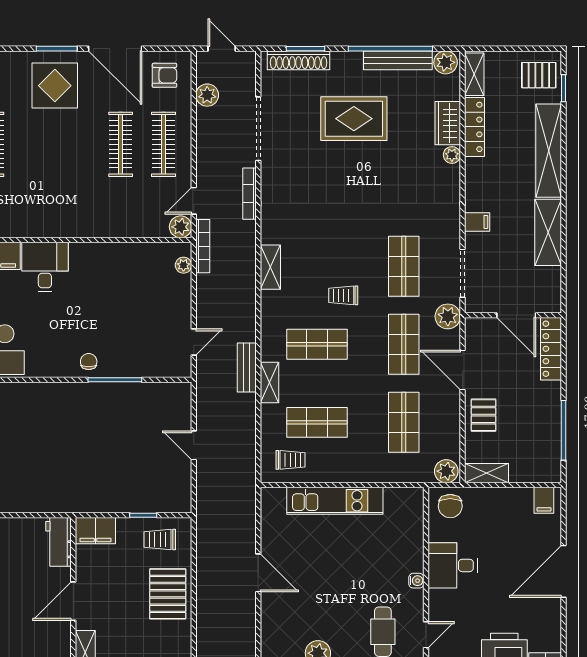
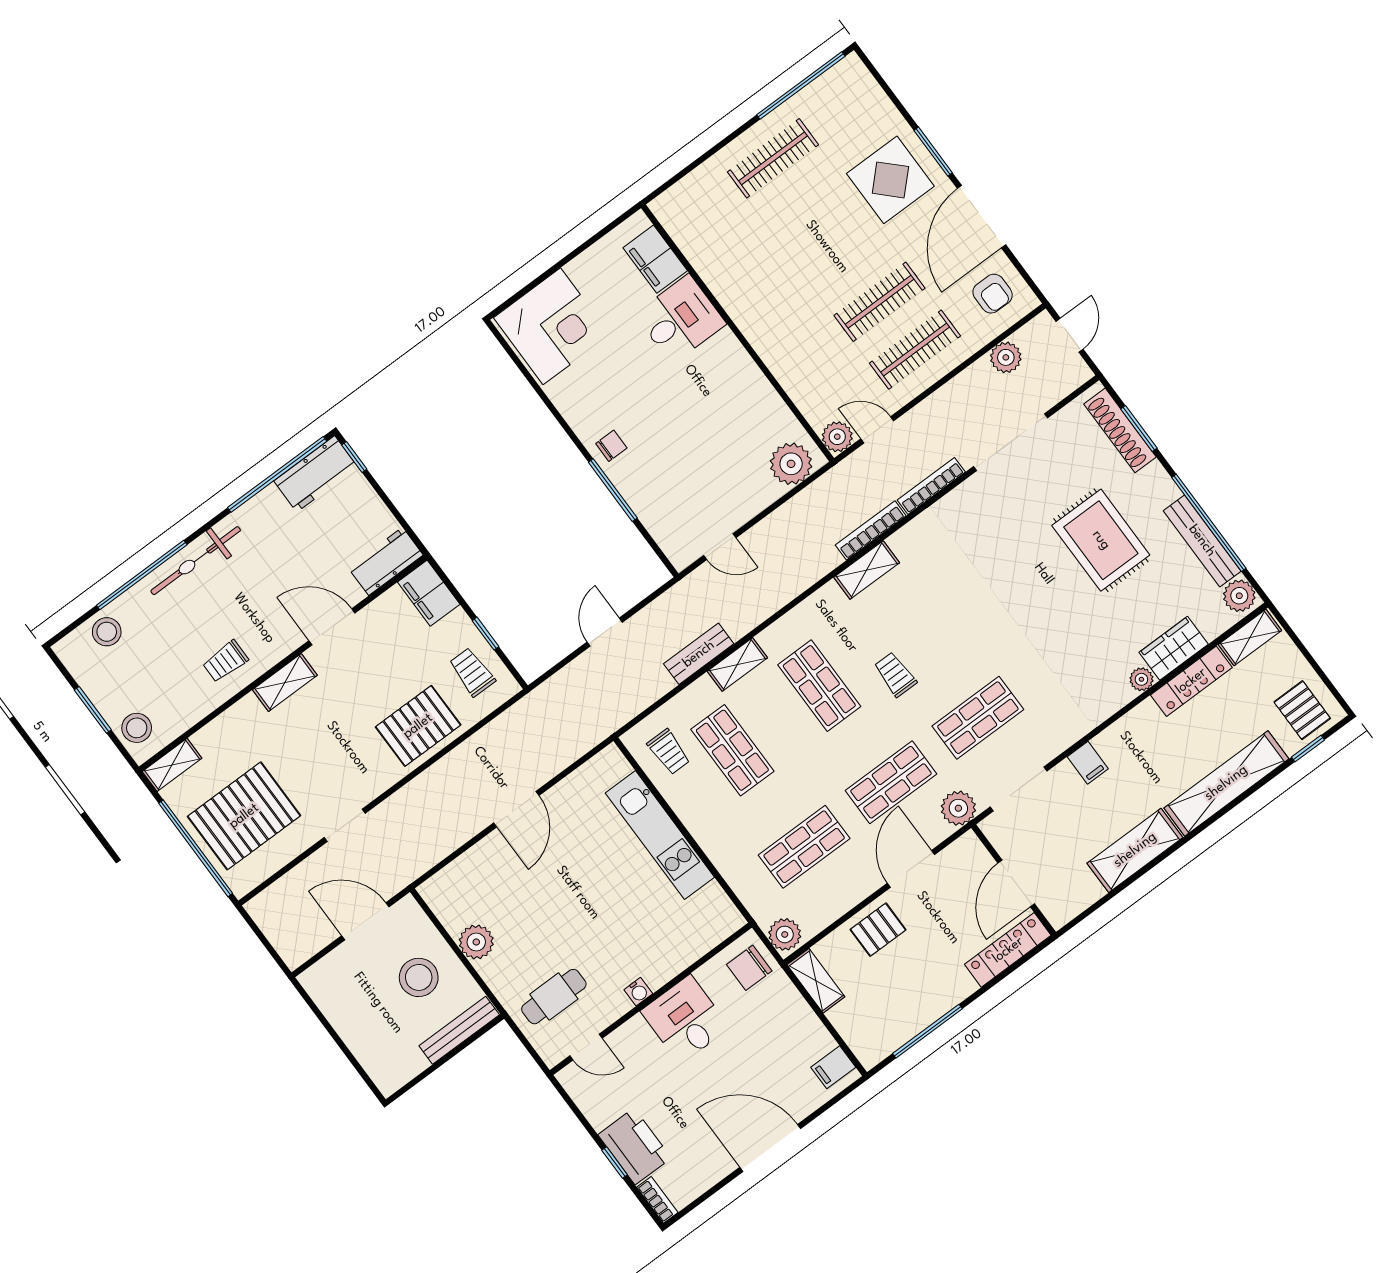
bookcase: (203, 246) -> (871, 530), moved, turned 180
plant: (183, 265) -> (791, 464), width x1.88, depth x1.88
bench: (247, 368) -> (699, 654), moved

